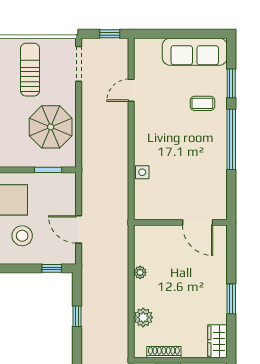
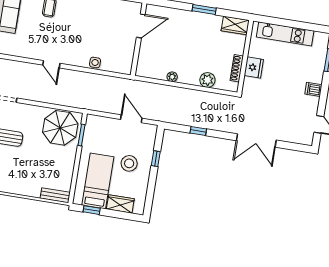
door: (131, 90) -> (51, 64), moved
parasol: (51, 127) -> (60, 128), moved
door: (79, 229) -> (131, 119), swing flipped
window: (52, 268) -> (156, 159), moved

